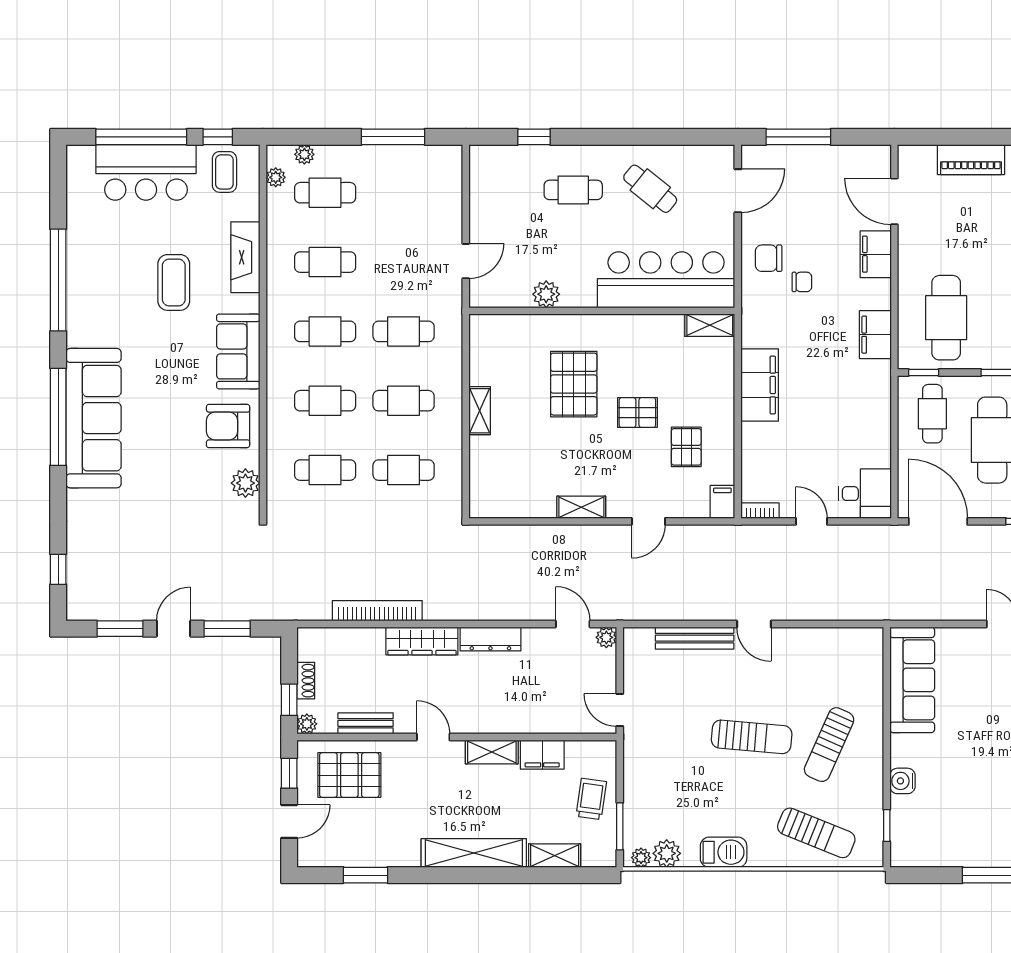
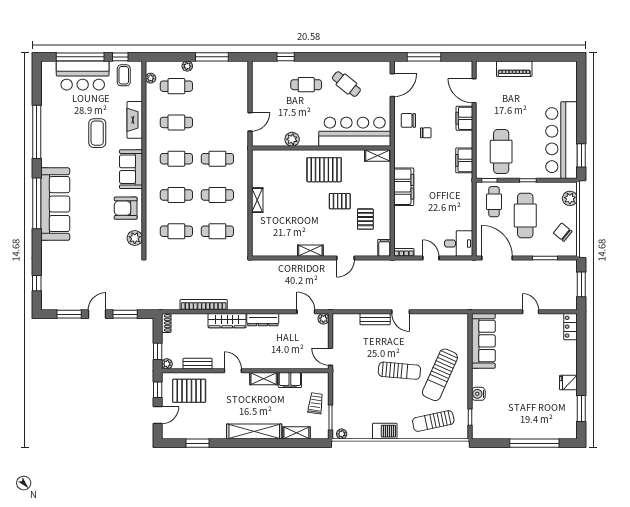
plant: (304, 154) -> (187, 66), moved
pallet: (574, 384) -> (324, 170), moved, turned 90
bench: (695, 638) -> (375, 319), width x0.73
shoe rack: (306, 681) -> (166, 323), moved
sun lounger: (829, 745) -> (440, 375), width x1.36, depth x1.34
sun lounger: (816, 833) -> (433, 421), turned 146
plant: (667, 853) -> (355, 432), removed

